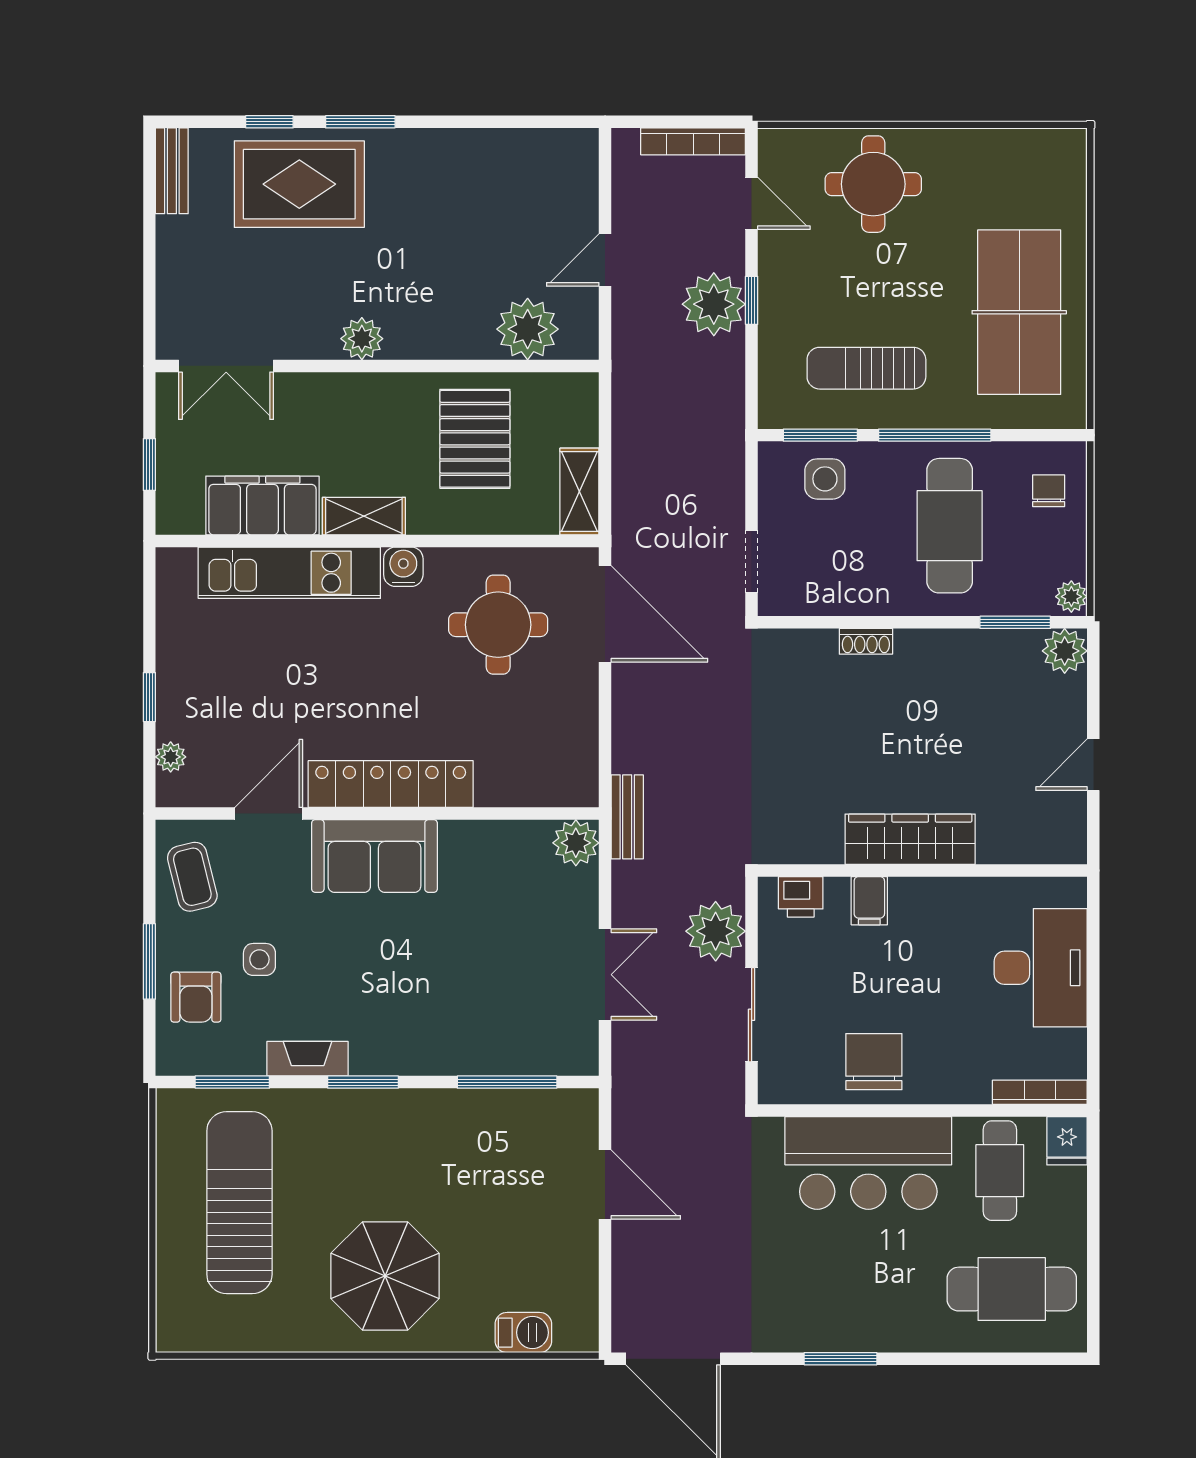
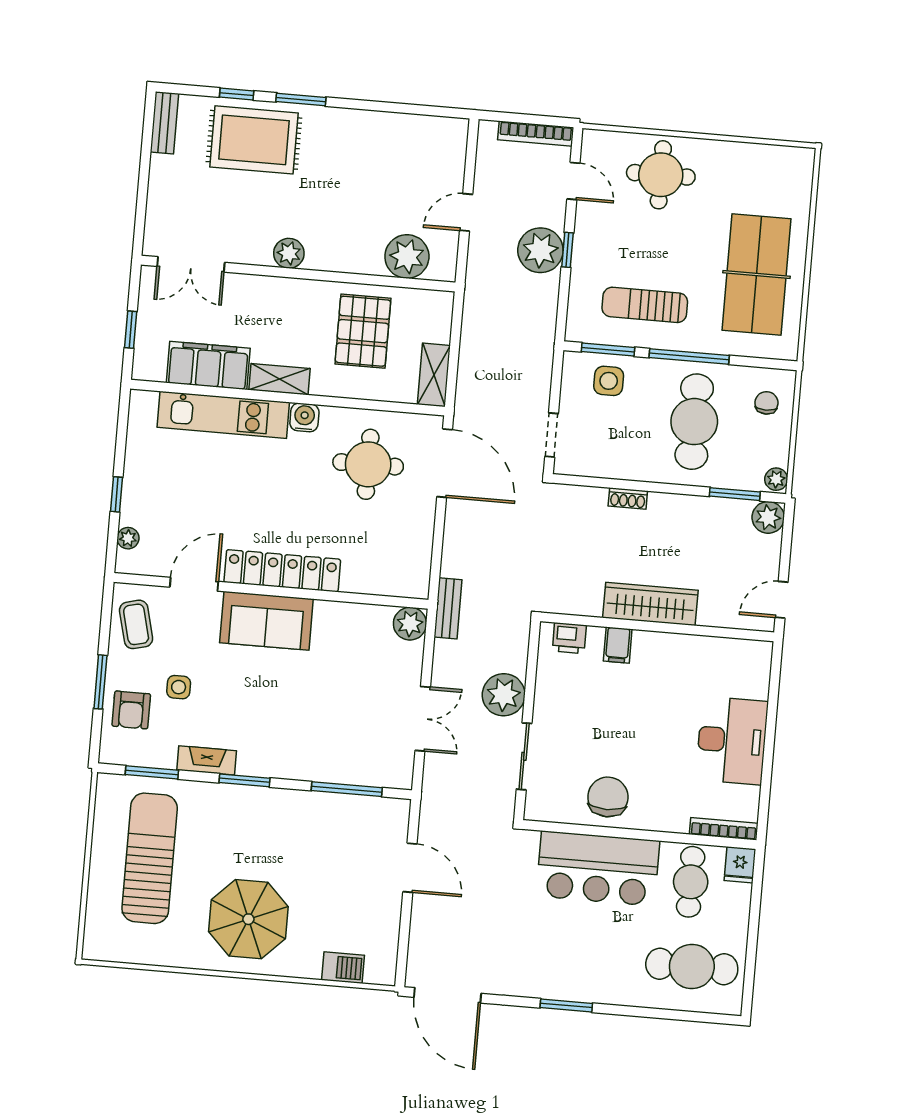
wardrobe: (910, 839) -> (650, 604), moved
wall: (922, 870) -> (657, 627), moved
printer: (801, 897) -> (569, 638), moved
filing cabinet: (869, 901) -> (618, 645), moved

